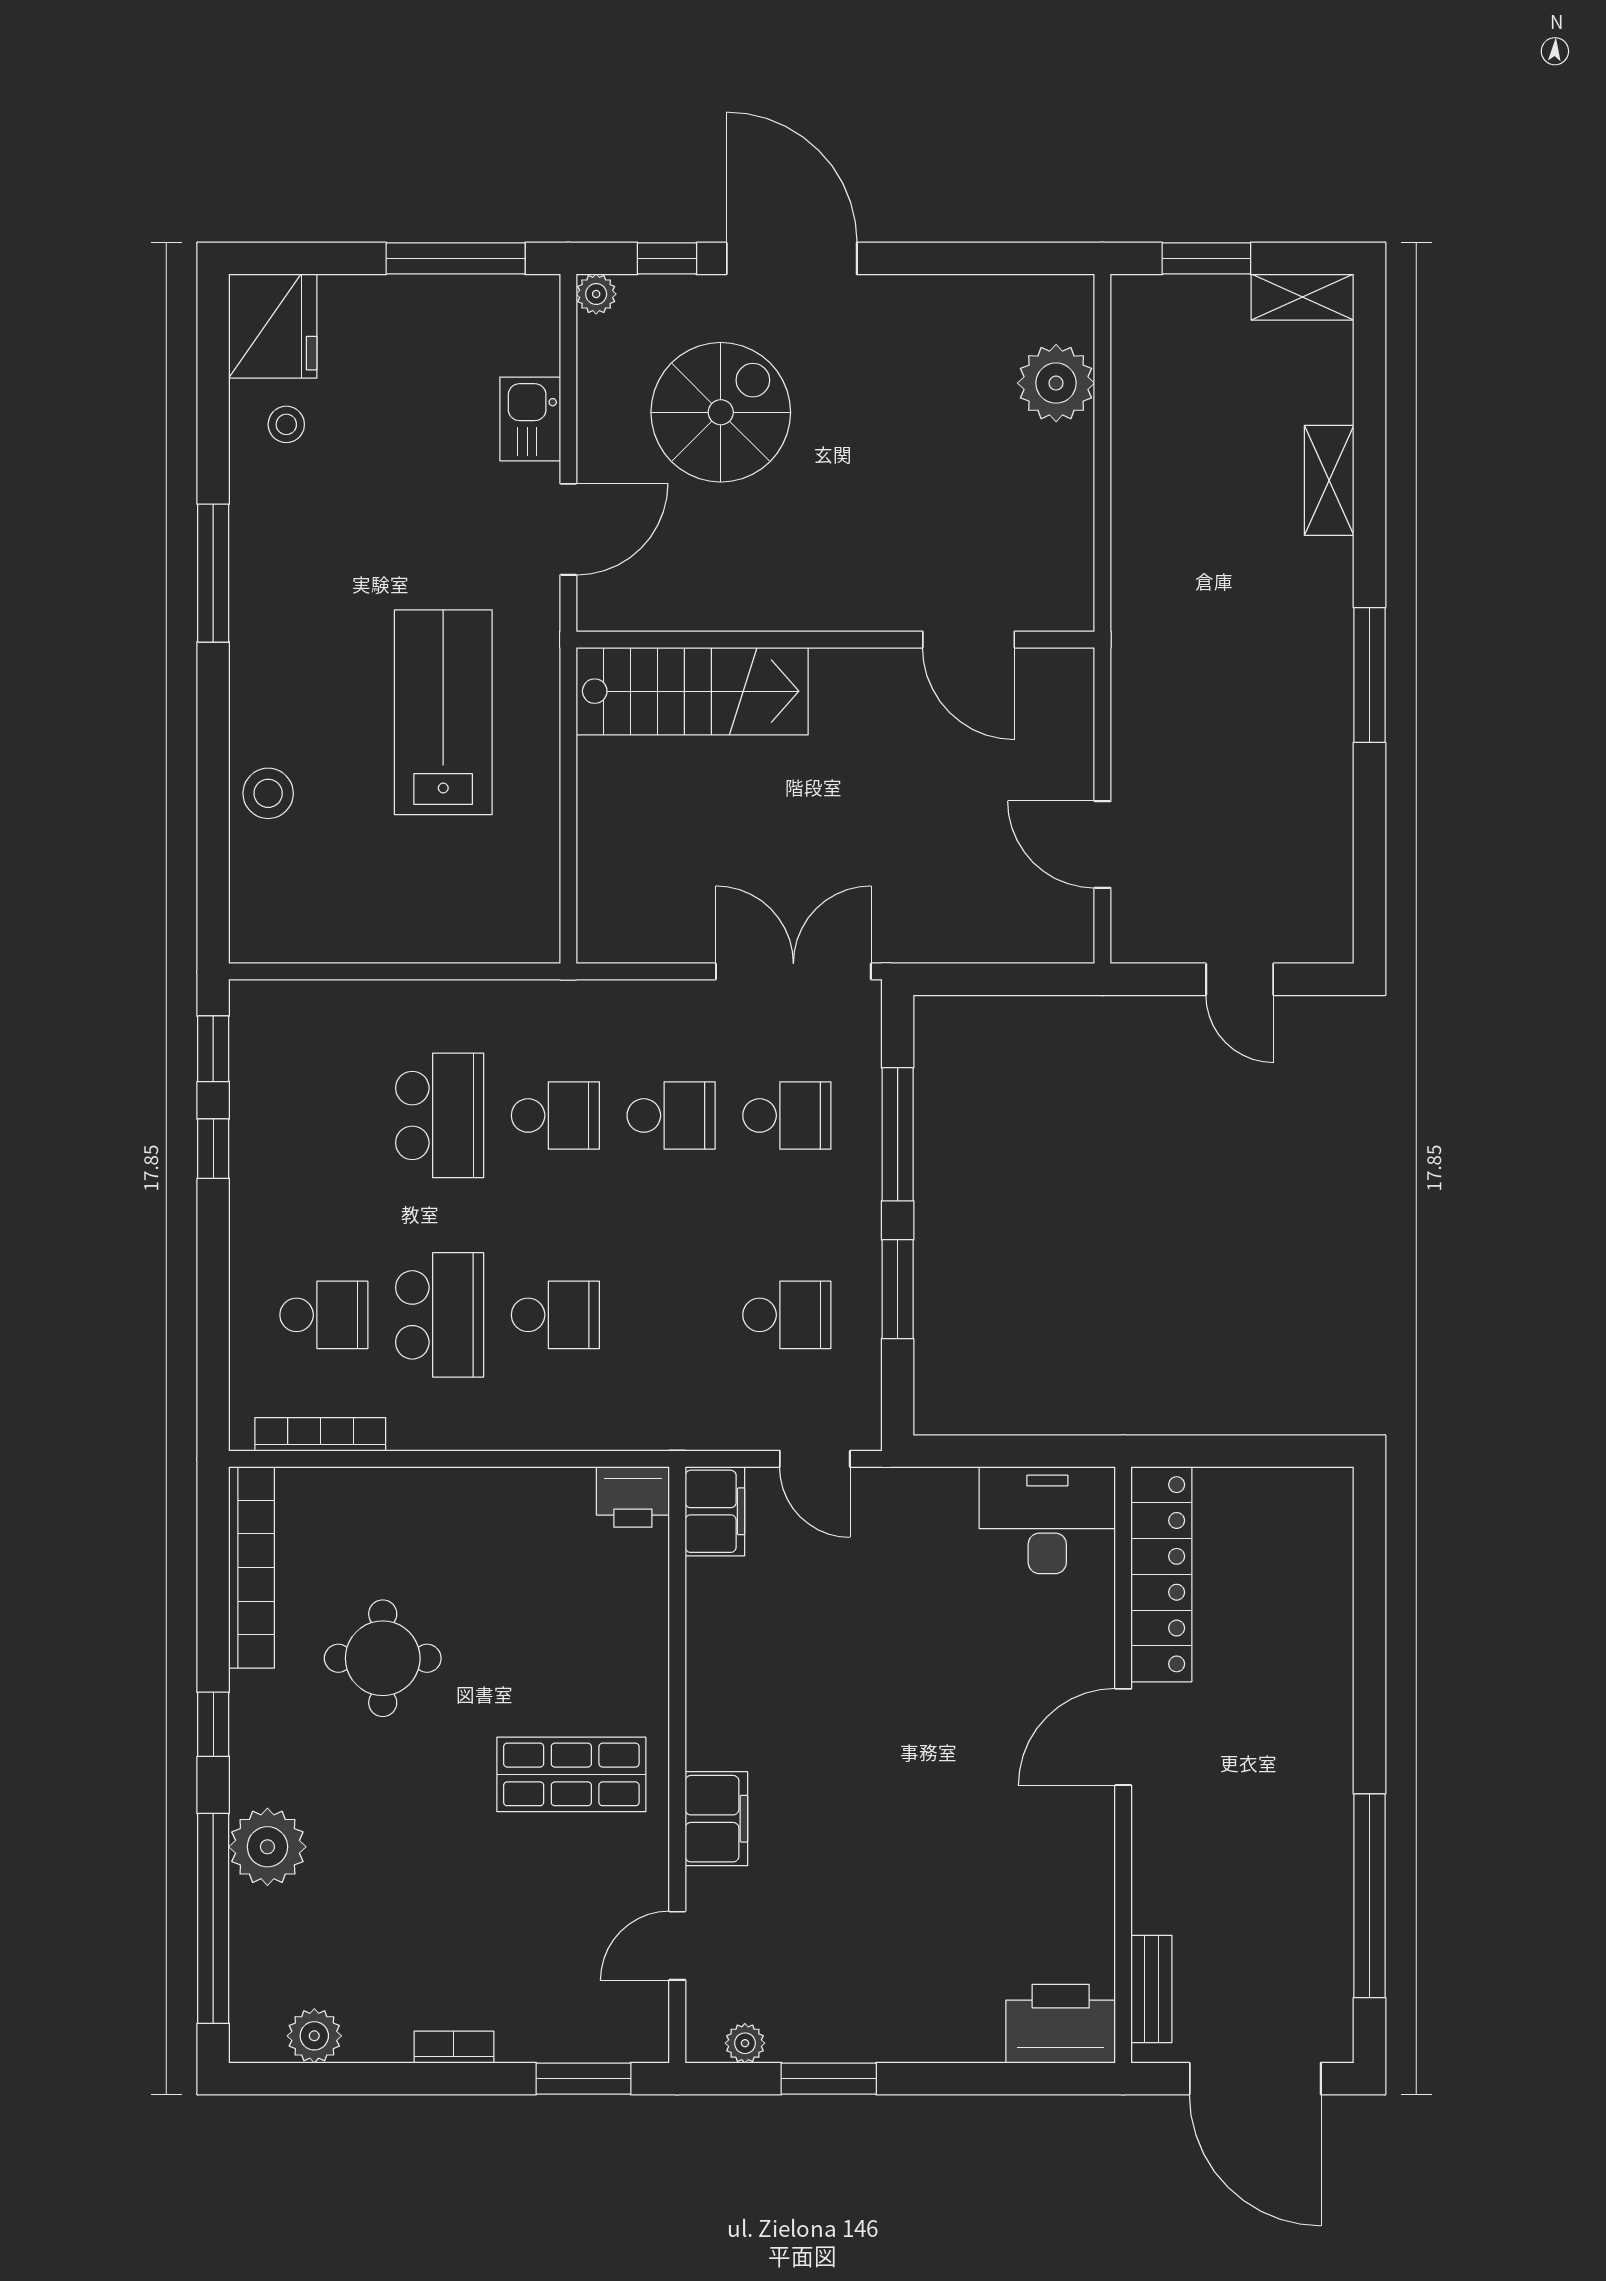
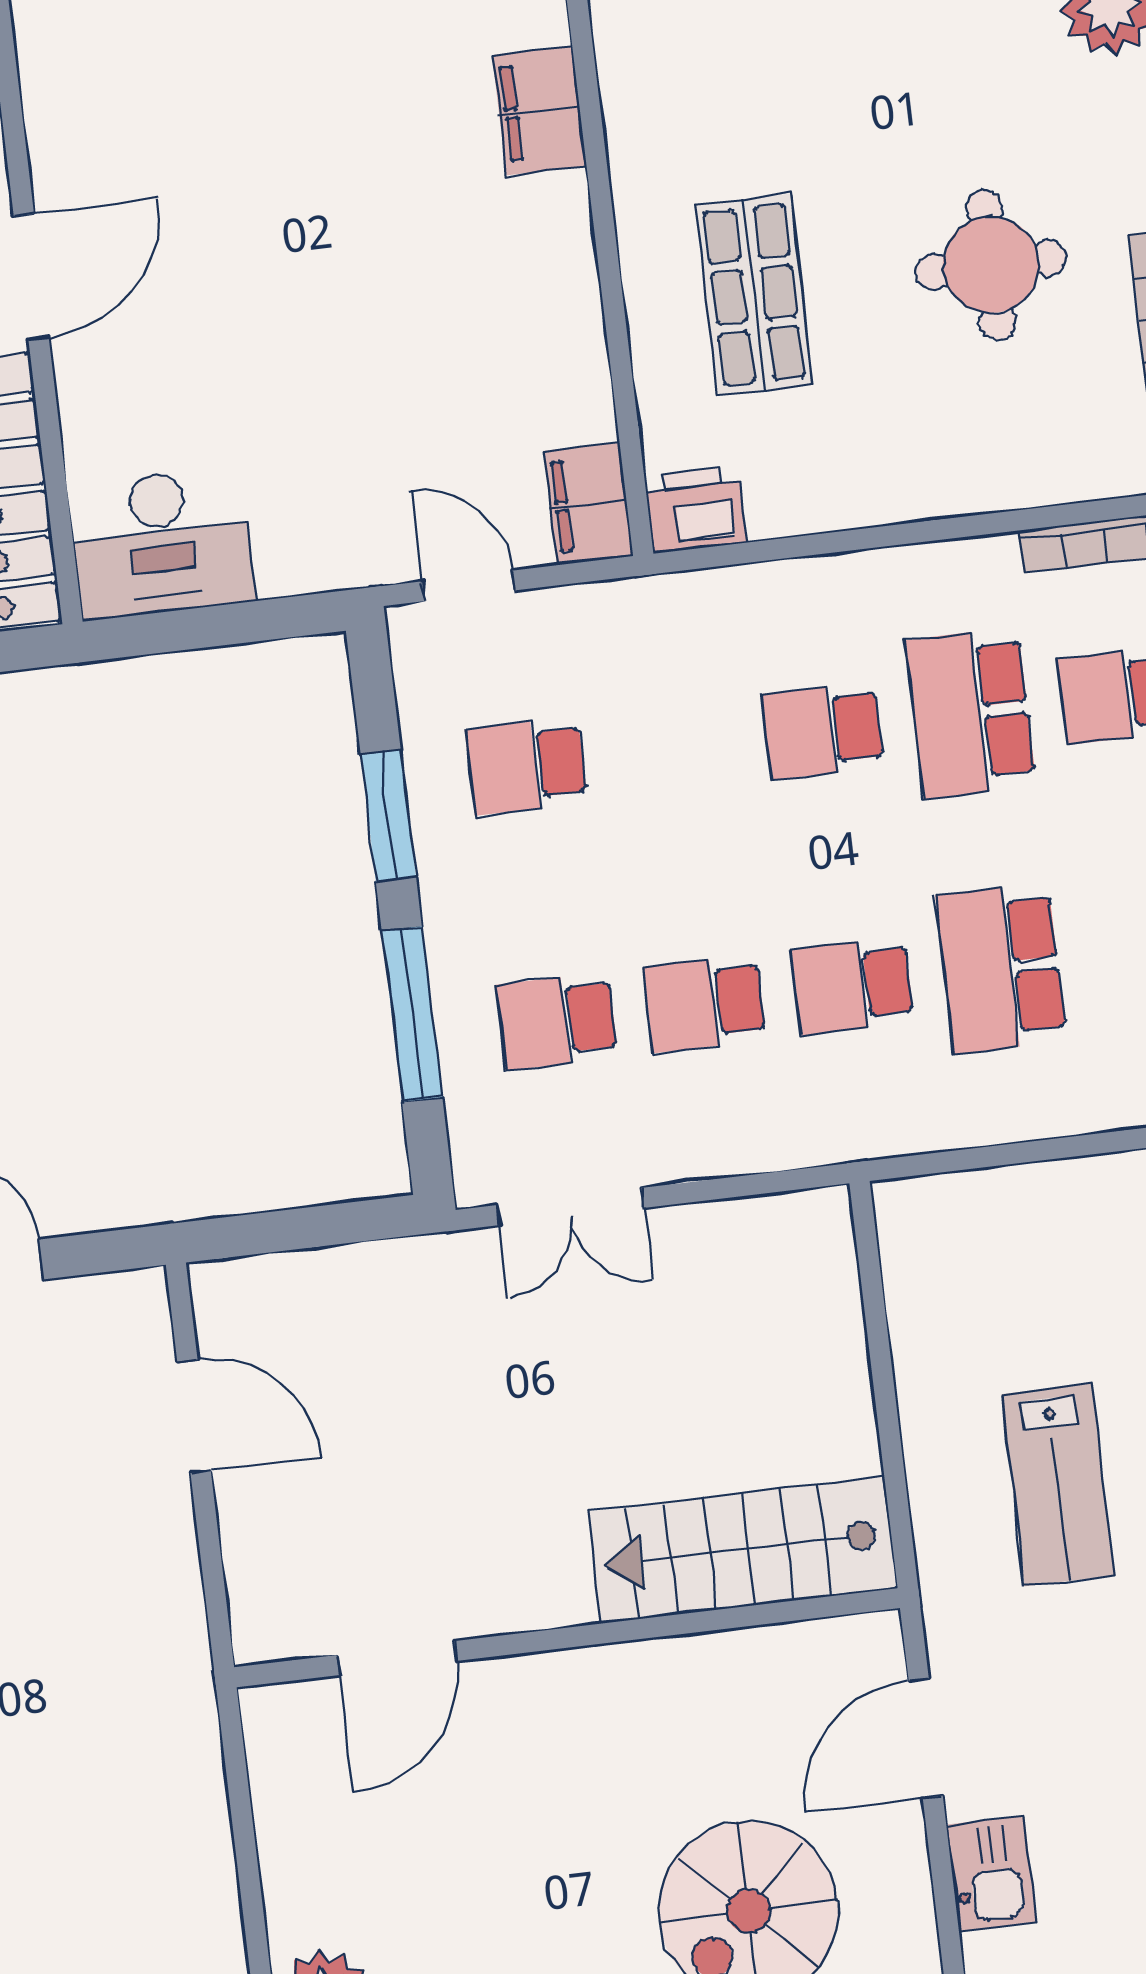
door: (969, 640) -> (397, 1658), swing flipped
lab bench: (443, 712) -> (1058, 1485), width x0.73, depth x0.72
double door: (793, 971) -> (570, 1206), width x0.73
shop shelf: (571, 1774) -> (754, 295), moved, turned 90

